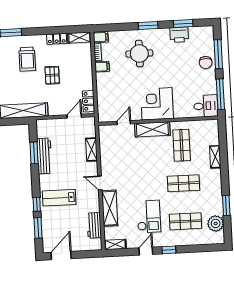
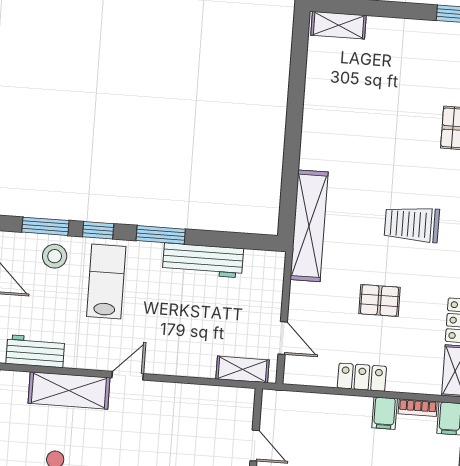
trolley: (27, 59) -> (412, 224), moved
locker: (88, 101) -> (362, 377), moved
shelving: (91, 149) -> (242, 369), moved
window: (34, 153) -> (161, 235), moved
stool: (51, 222) -> (55, 256), added

